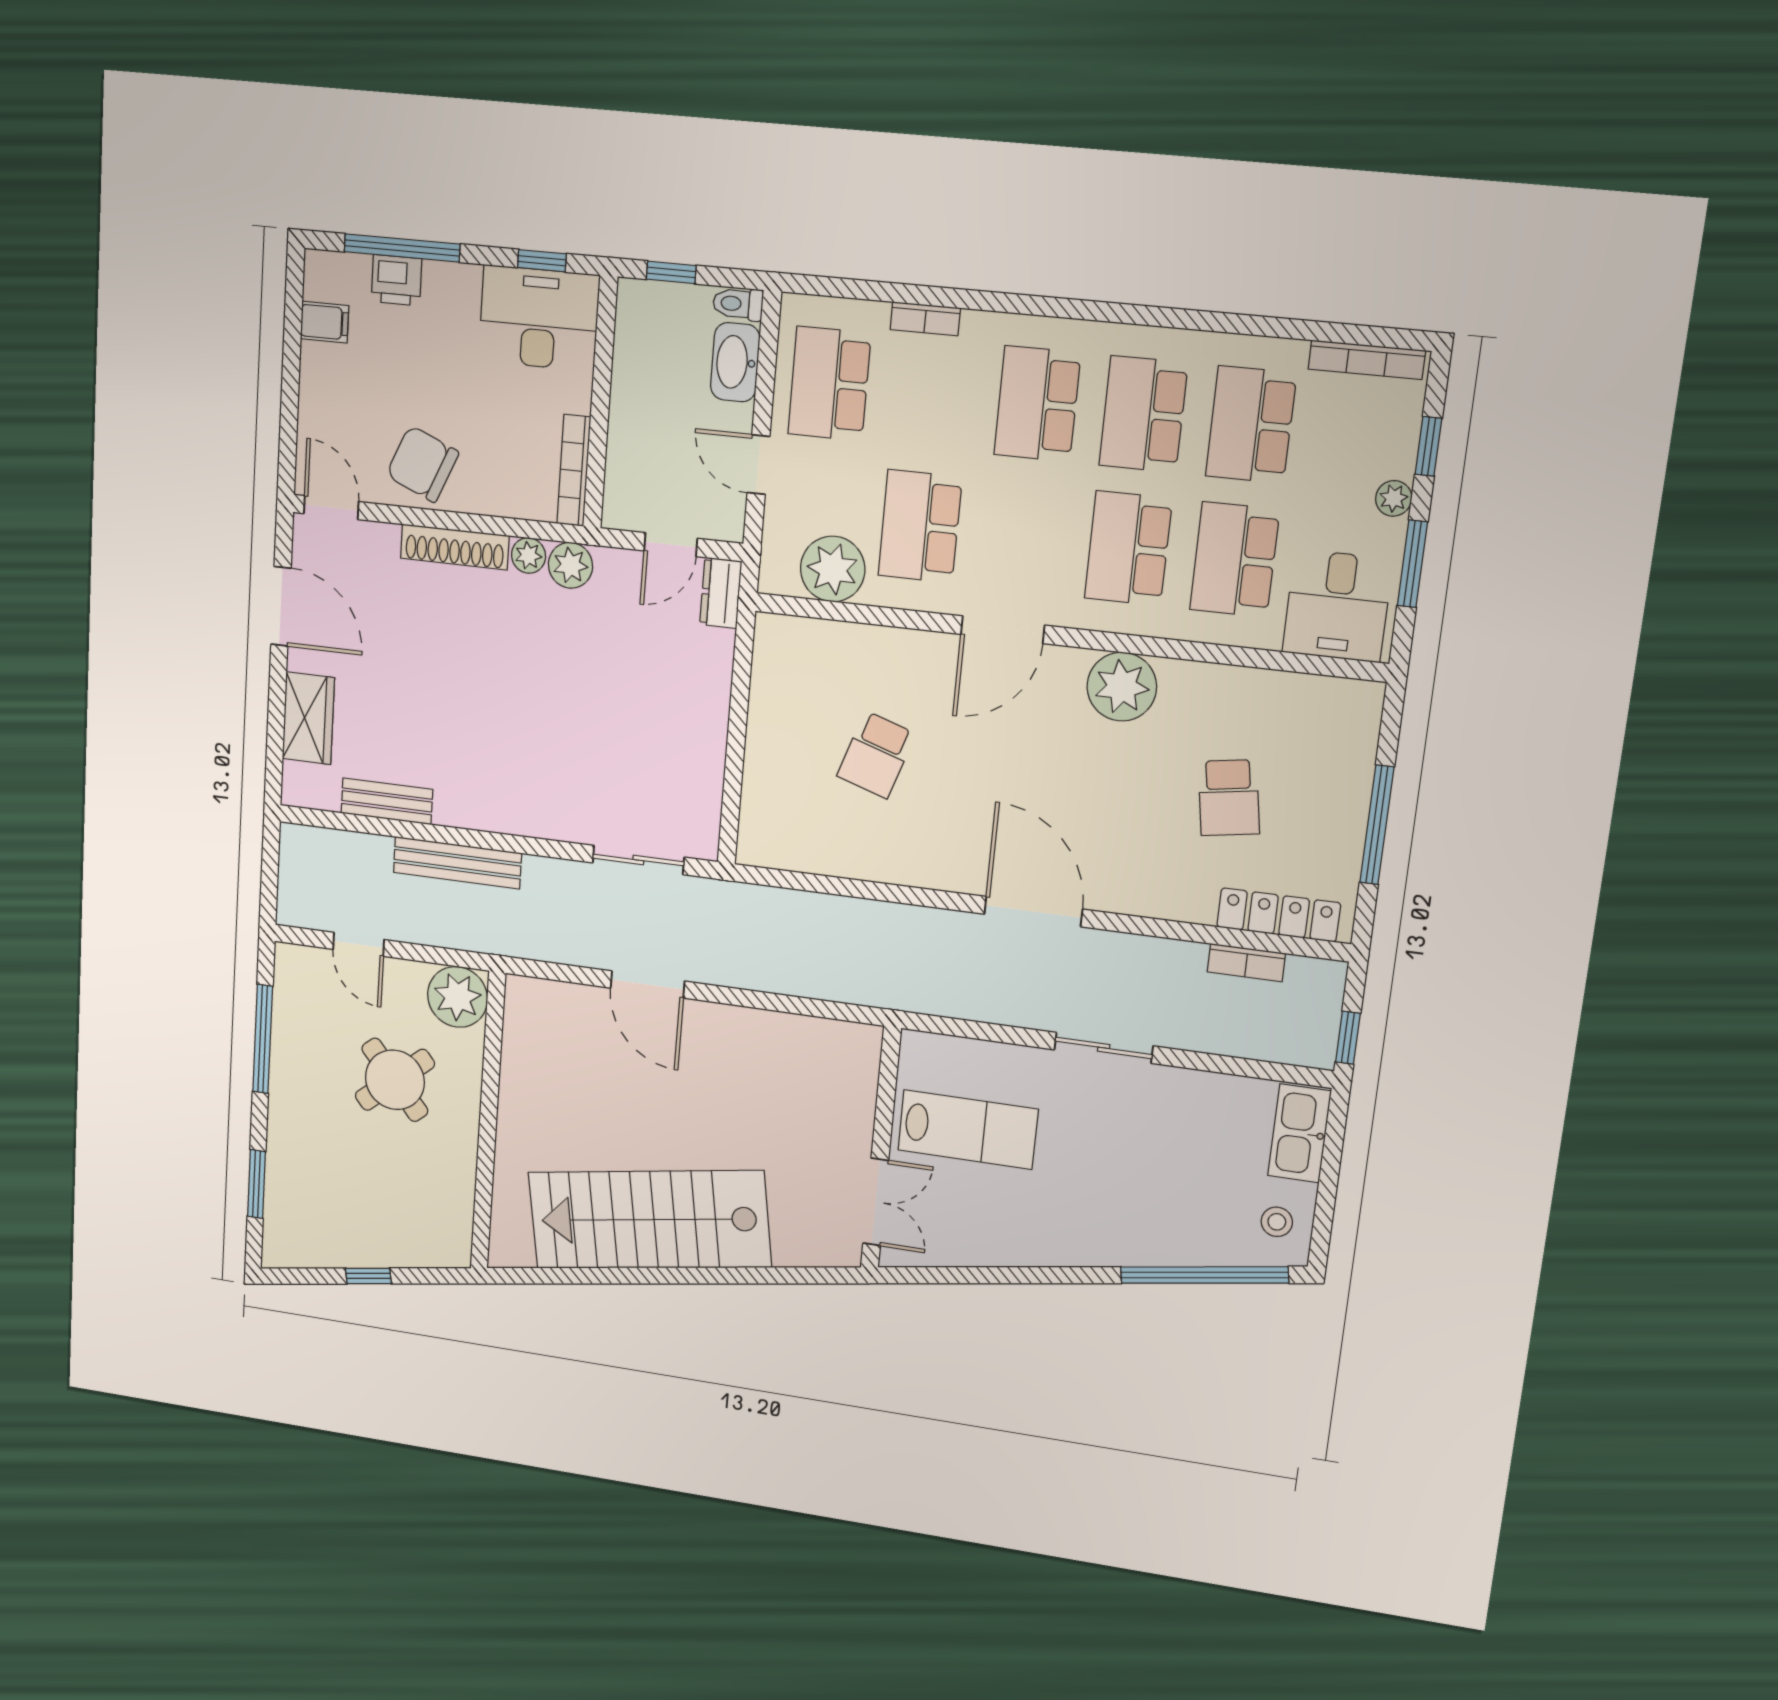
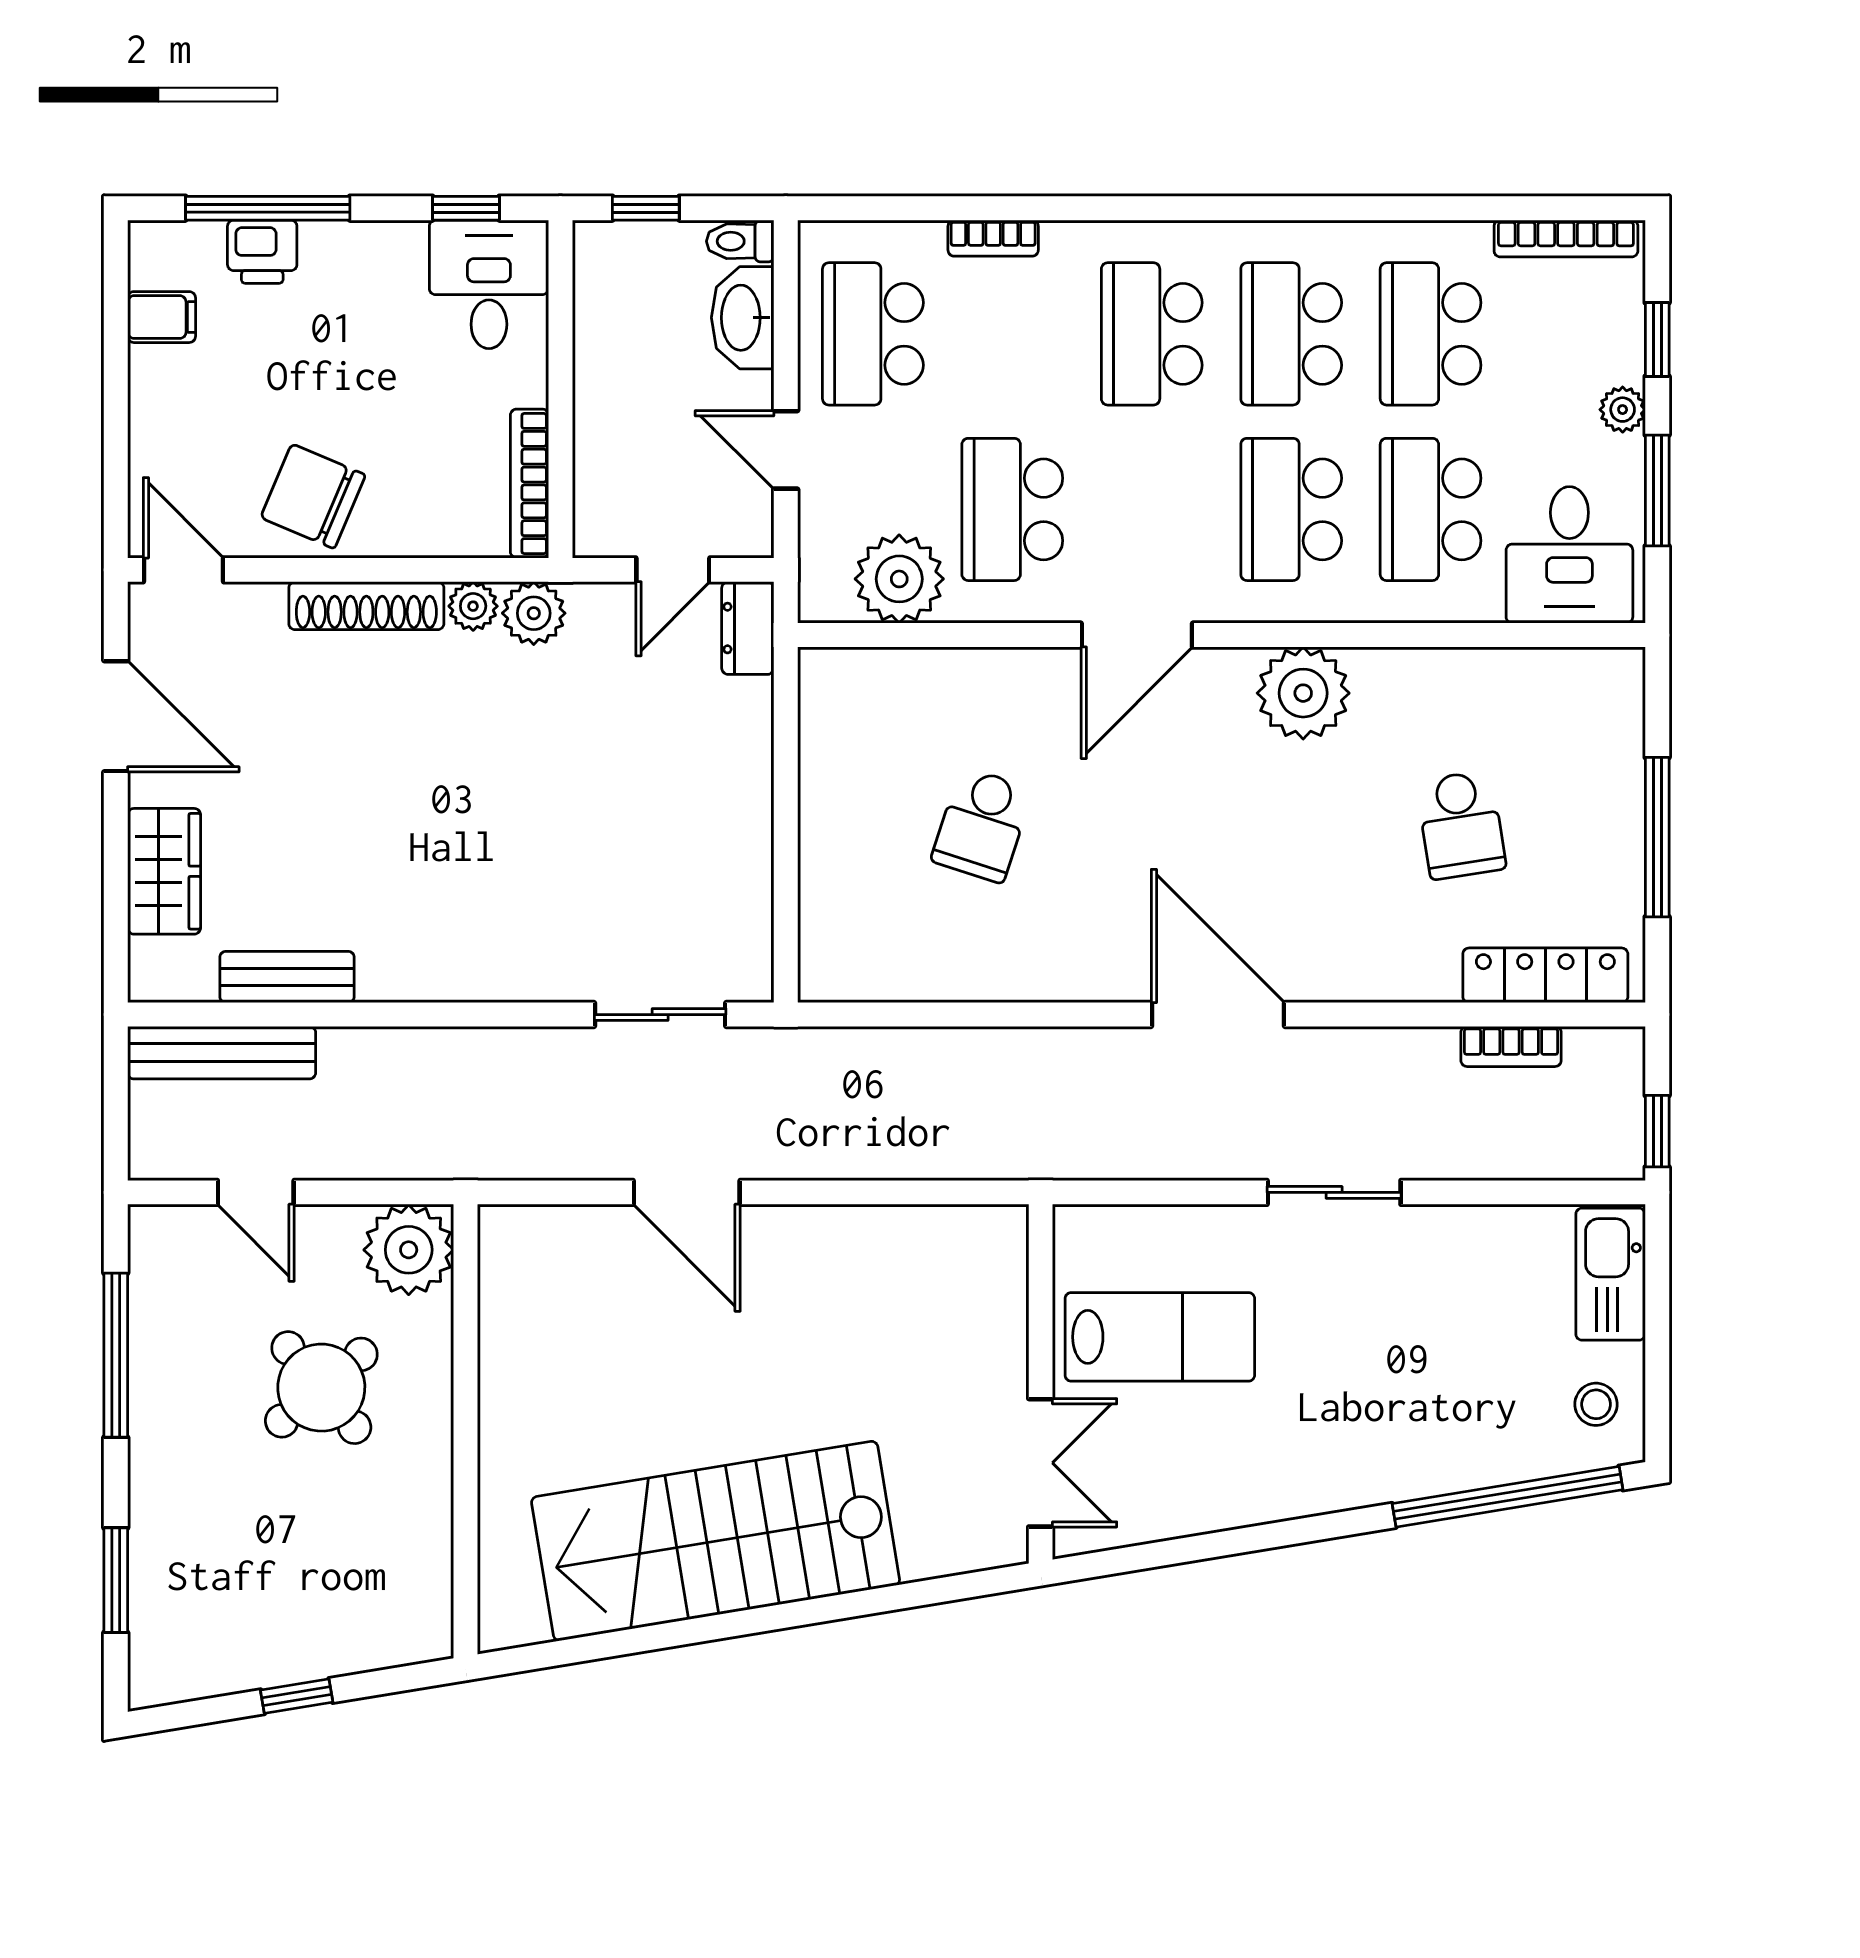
desk: (539, 318) -> (489, 284), width x0.73
bench: (457, 863) -> (222, 1053), moved

